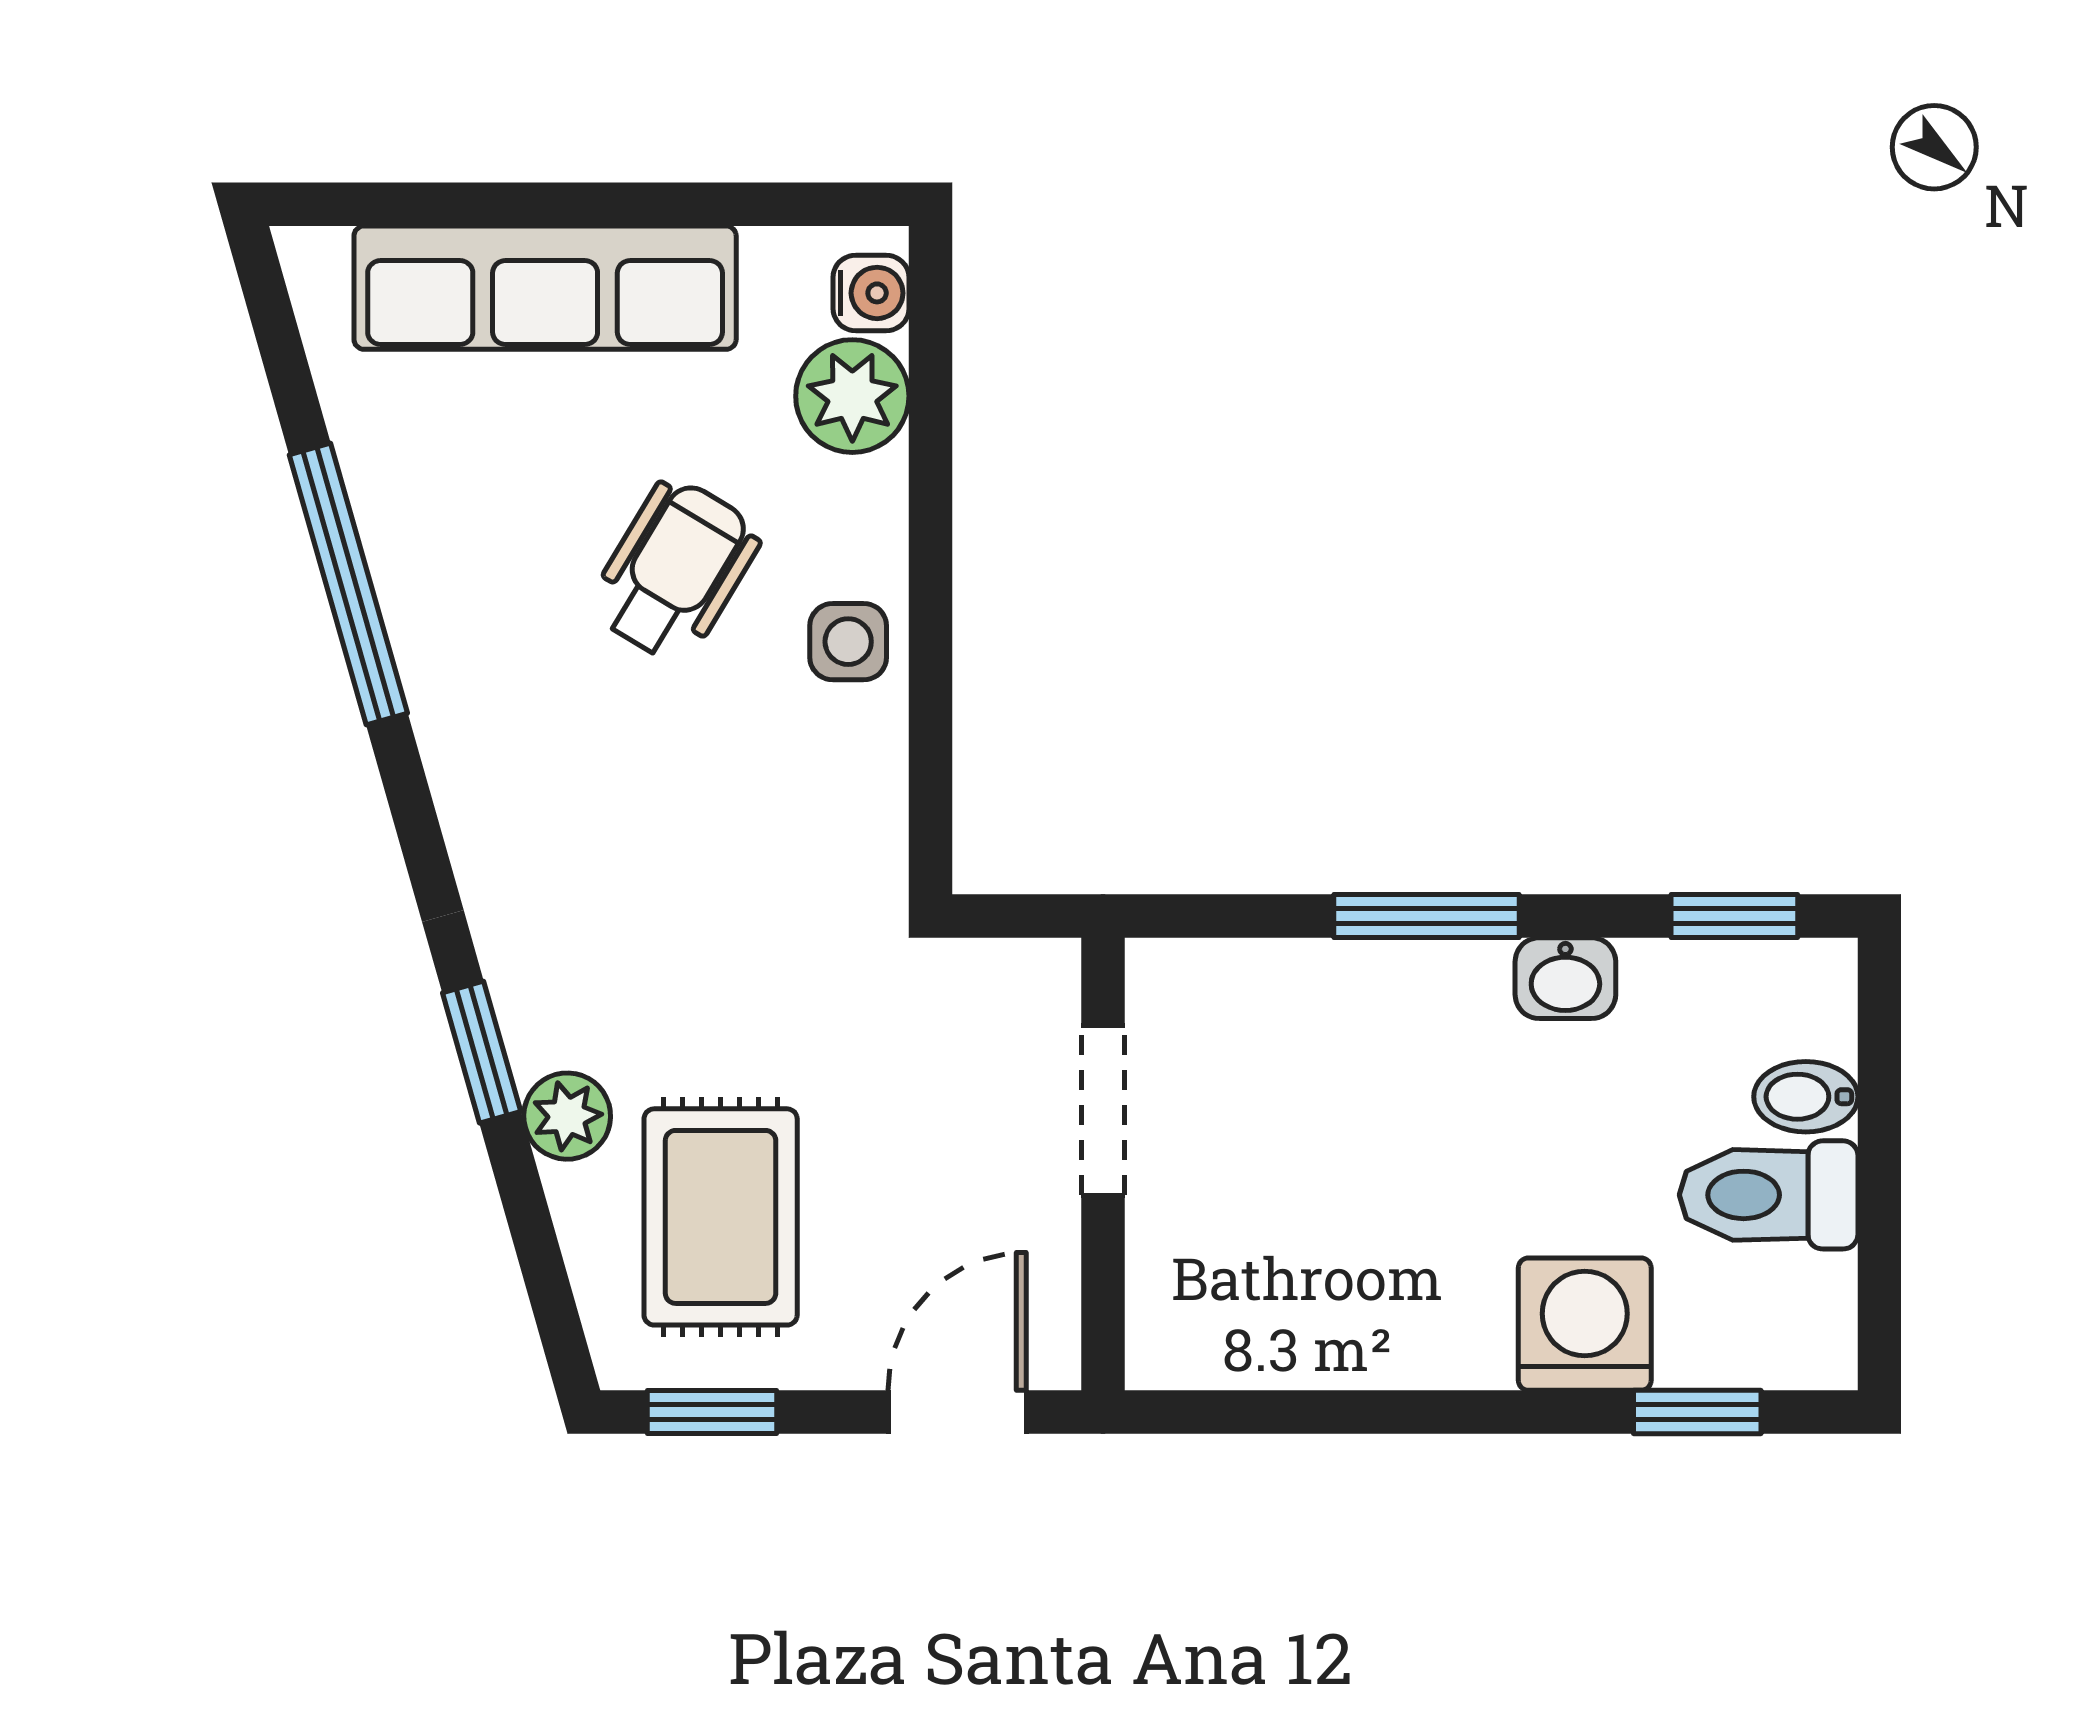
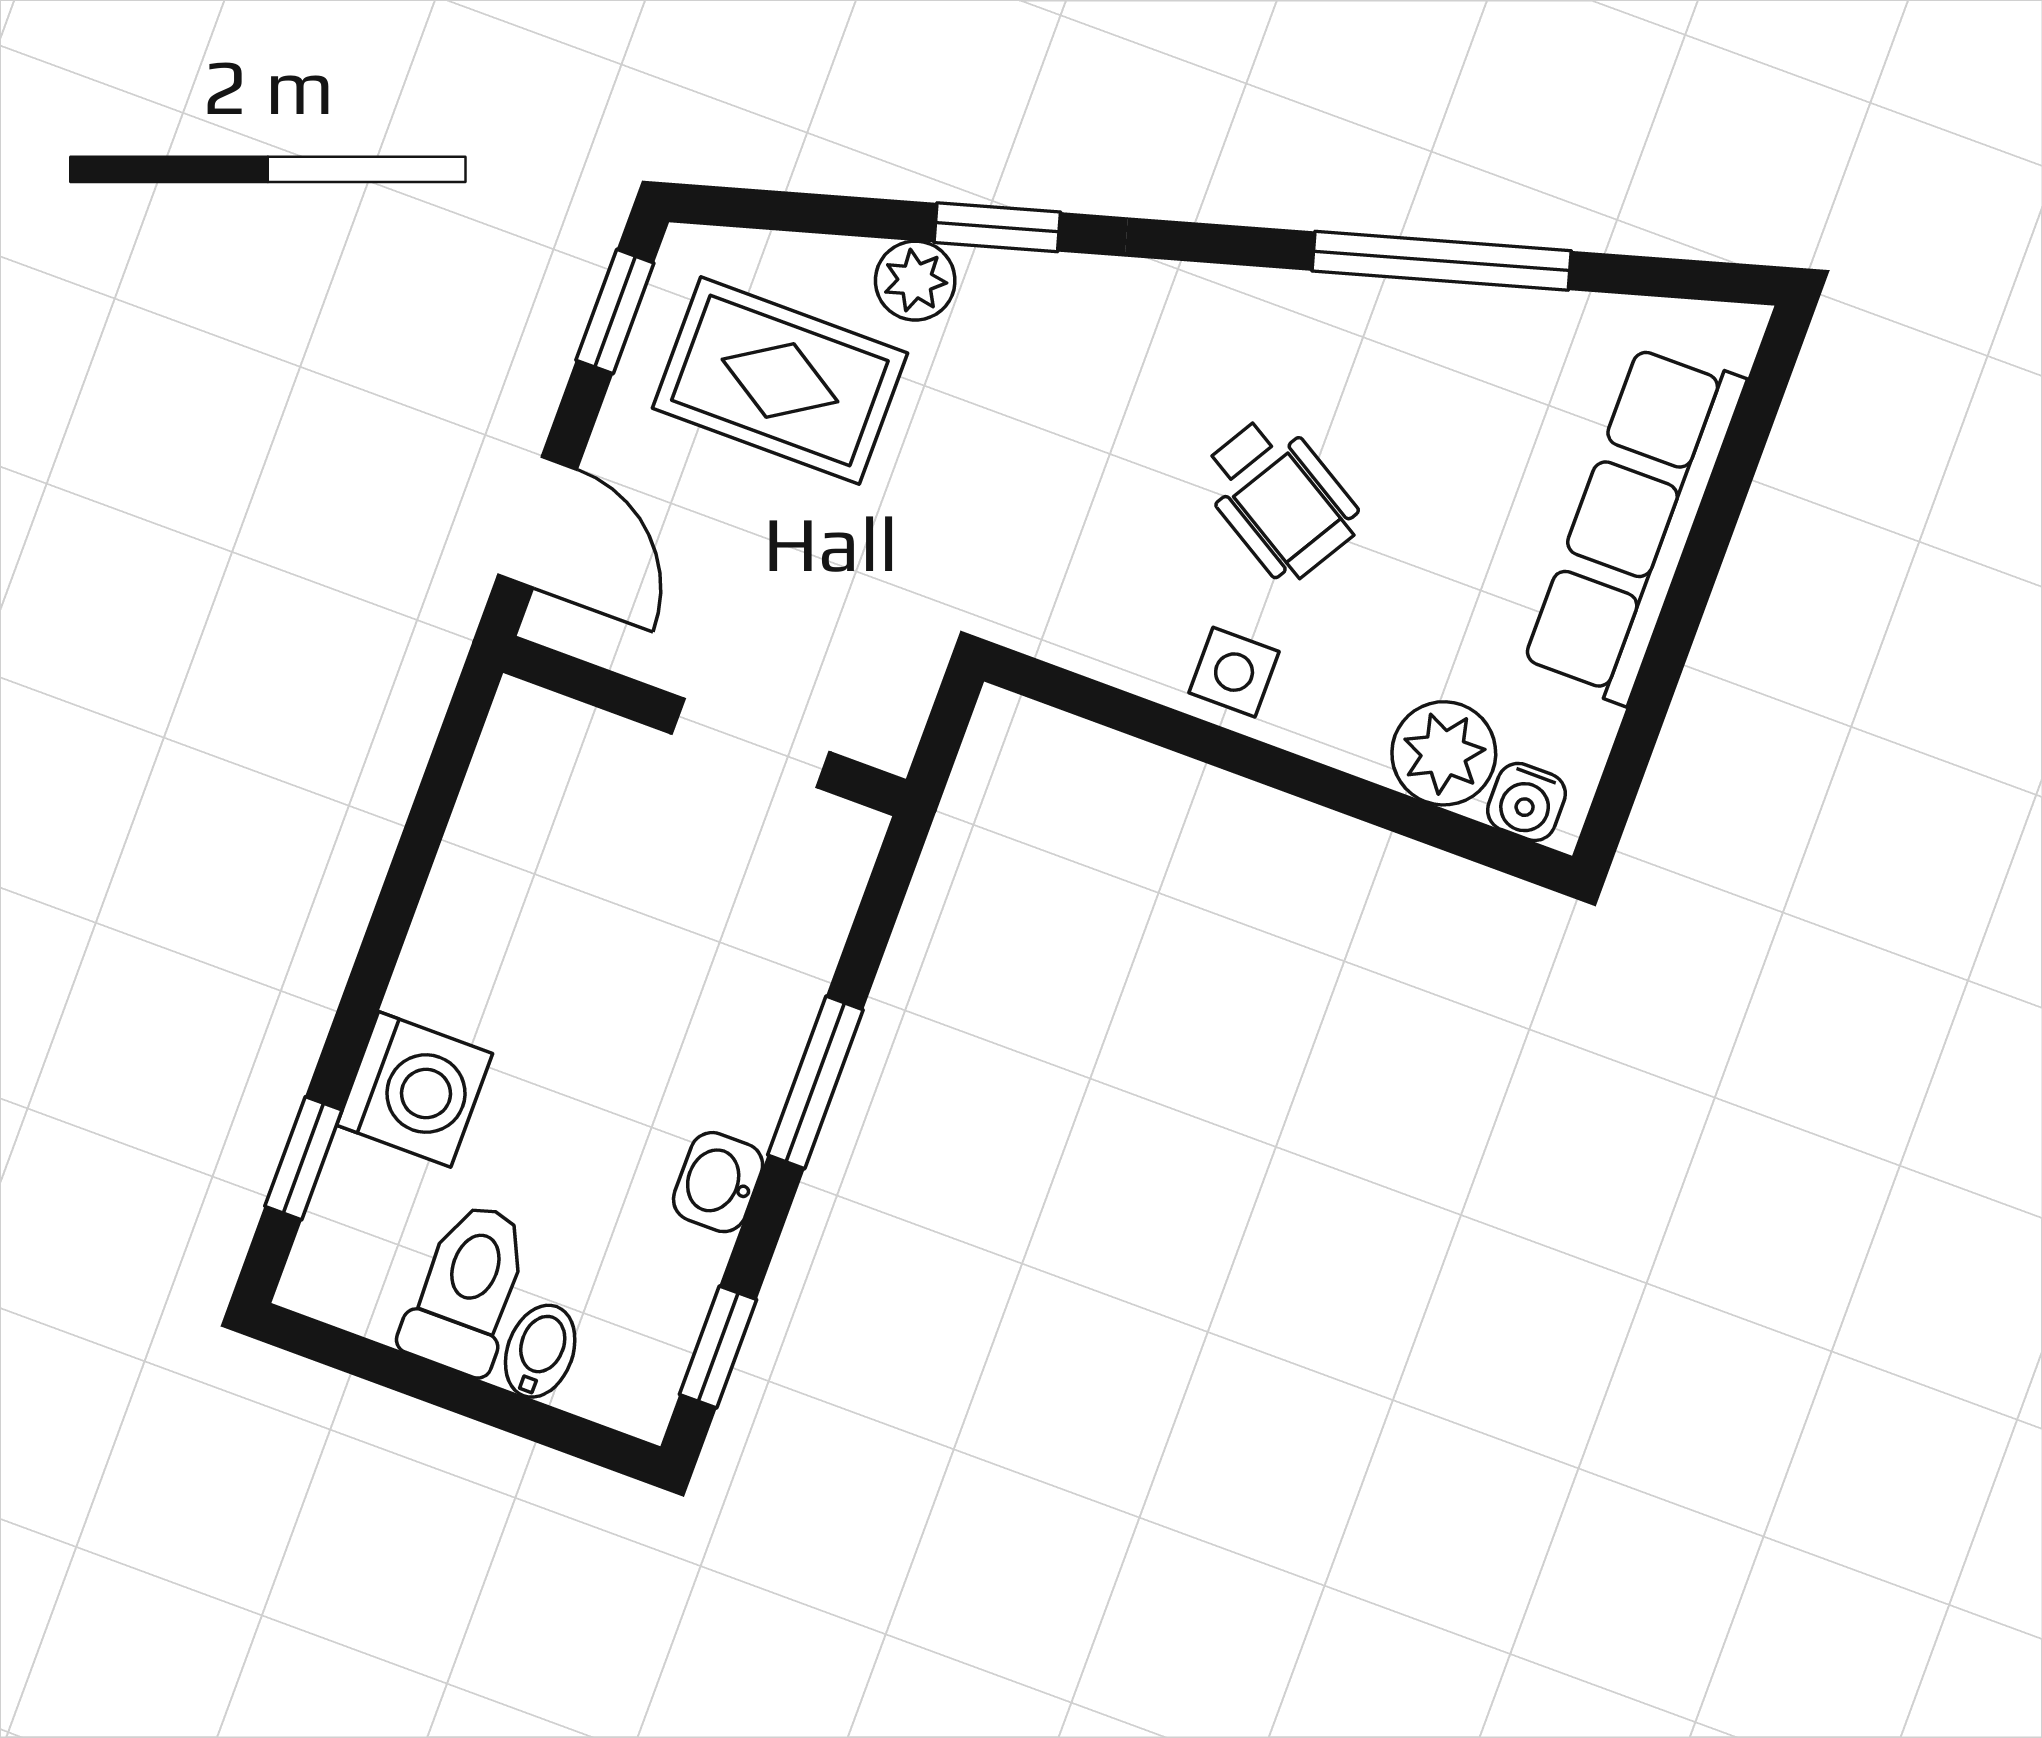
wheelchair: (675, 570) -> (1280, 498), moved

